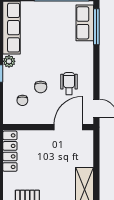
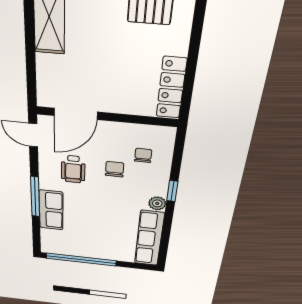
row of seats: (85, 23) -> (51, 210), moved
window: (96, 27) -> (35, 197), moved

